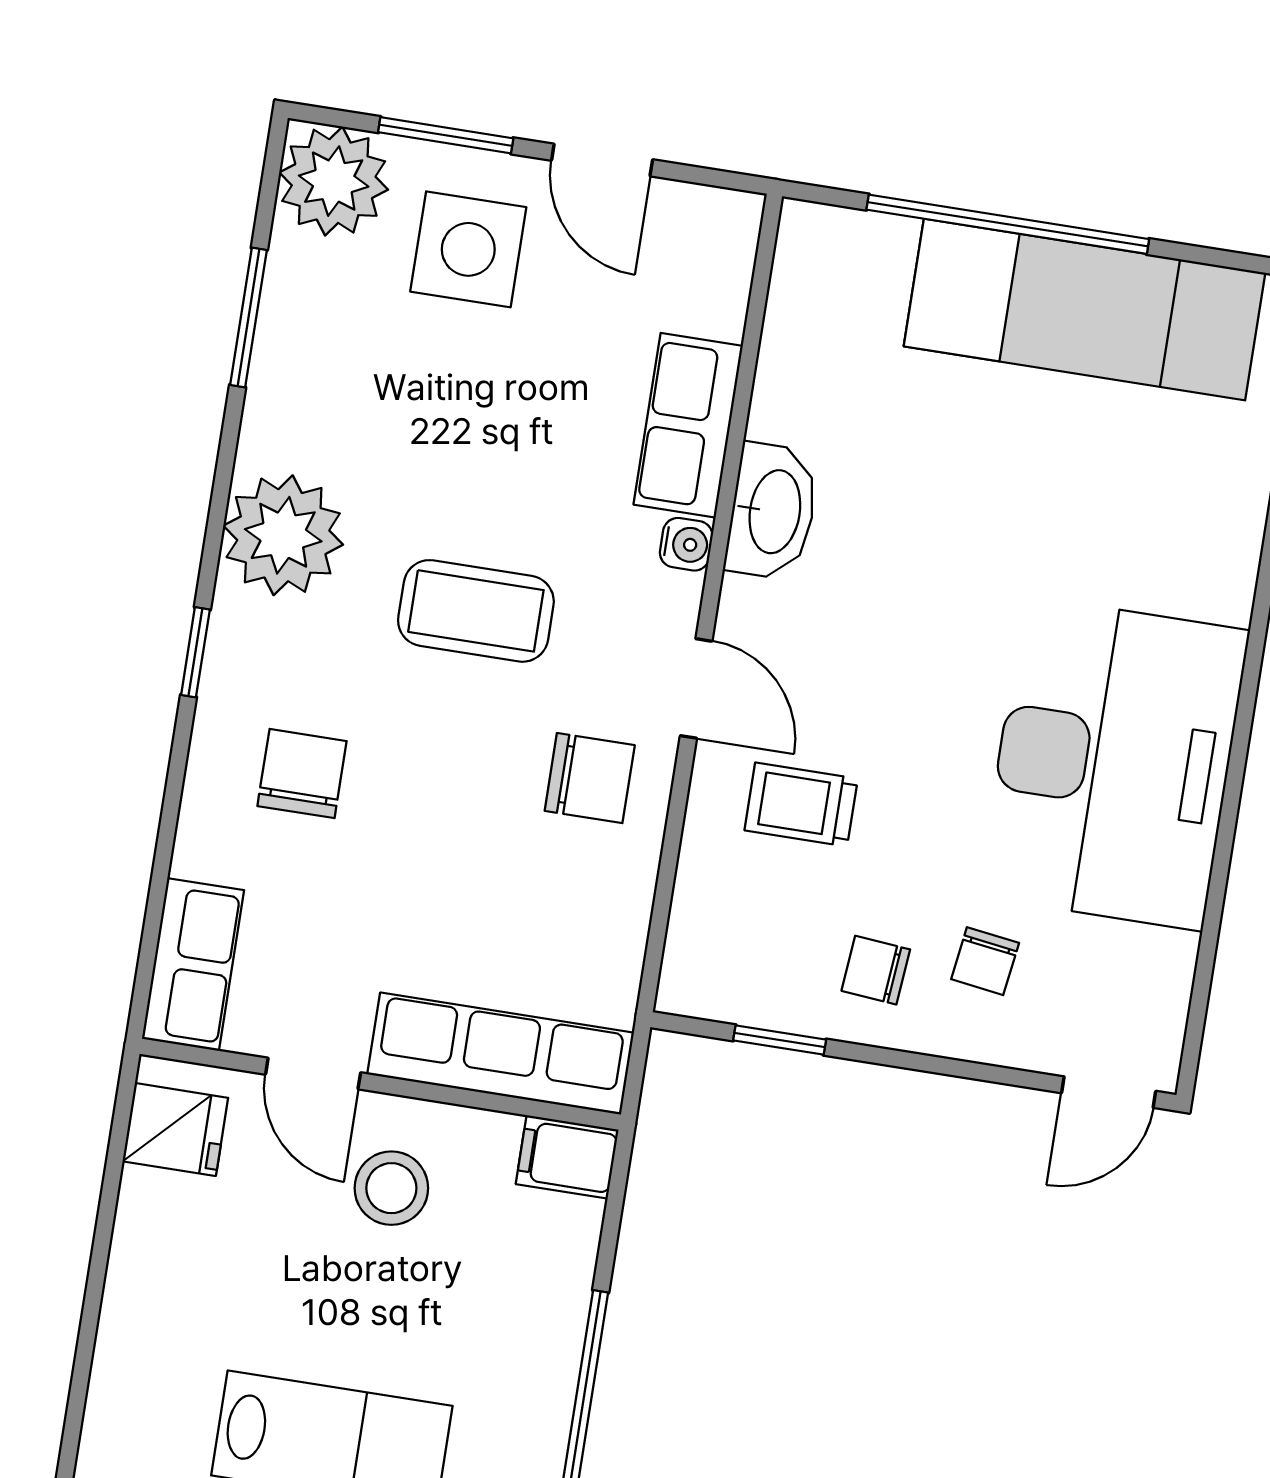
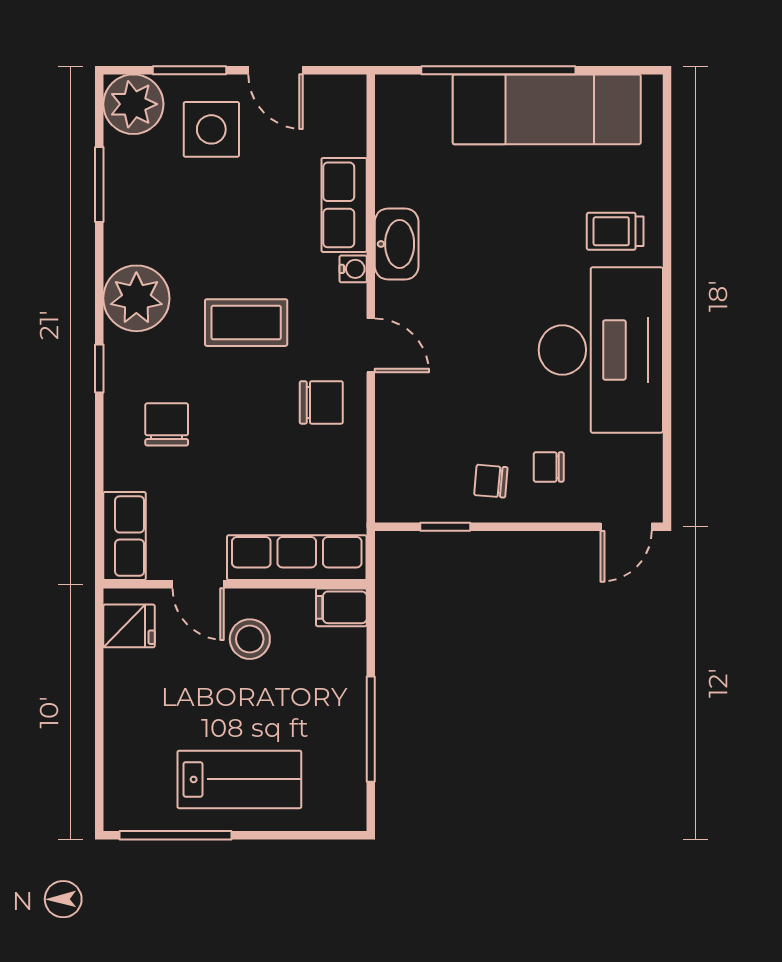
trolley: (801, 804) -> (615, 231), moved
chair: (985, 961) -> (549, 467), turned 82

